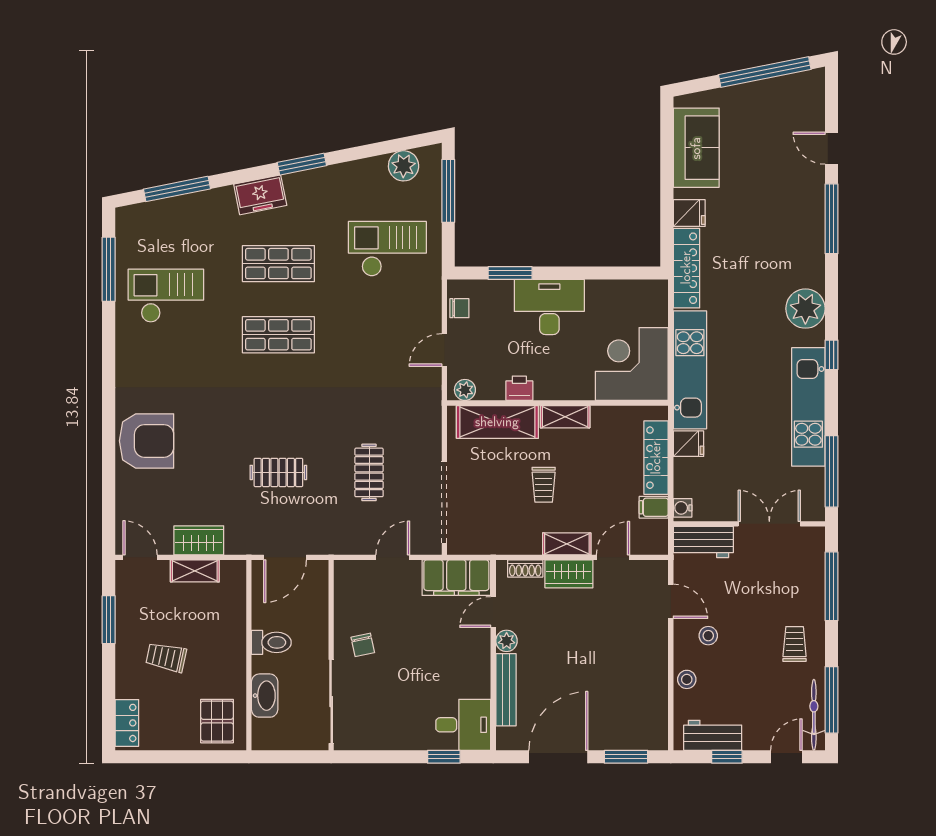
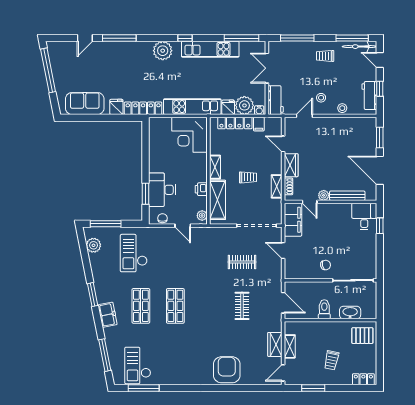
checkout: (166, 296) -> (138, 365), moved
desk: (549, 307) -> (162, 190), moved
plant: (692, 478) -> (244, 105), added
shelving: (567, 544) -> (277, 186), moved

